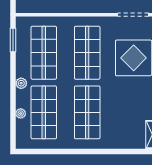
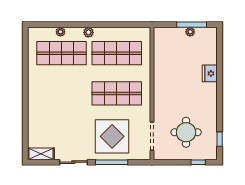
window: (13, 40) -> (129, 25), removed
shop shelf: (87, 112) -> (61, 93), removed

